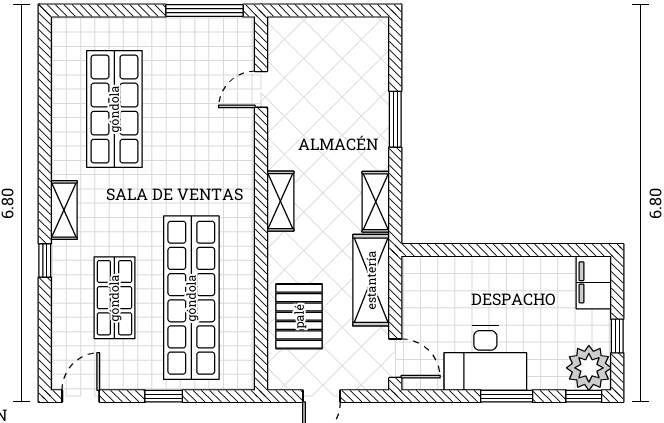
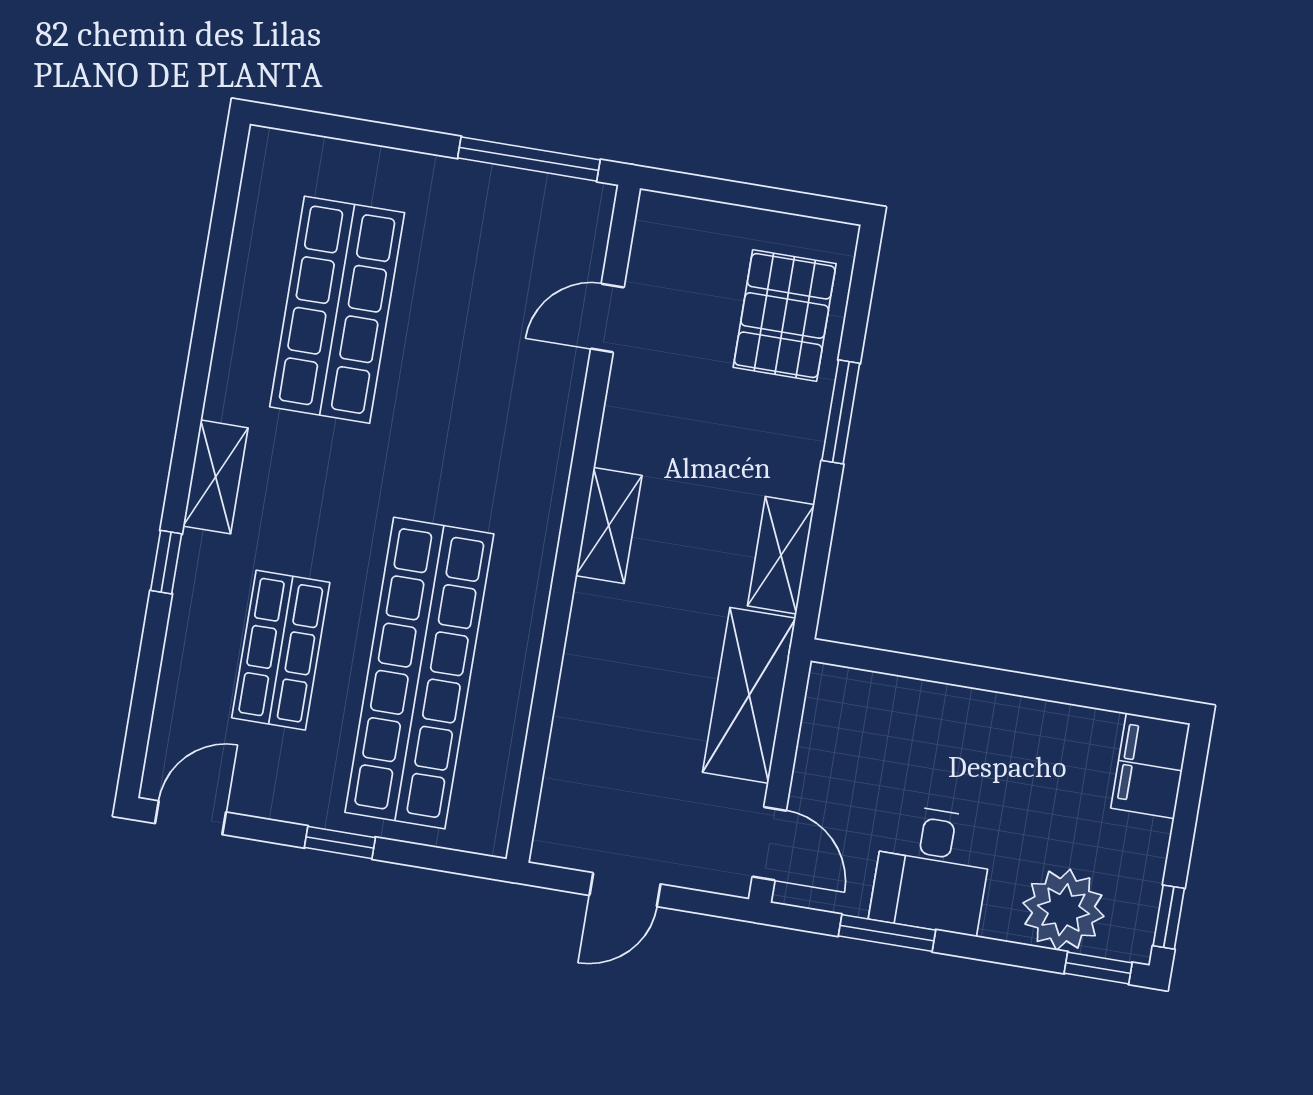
pallet: (299, 316) -> (785, 316), moved
window: (617, 336) -> (1169, 917), moved
desk: (485, 358) -> (932, 870), width x0.73
plant: (589, 368) -> (1063, 910), moved
window: (507, 396) -> (887, 933), moved

